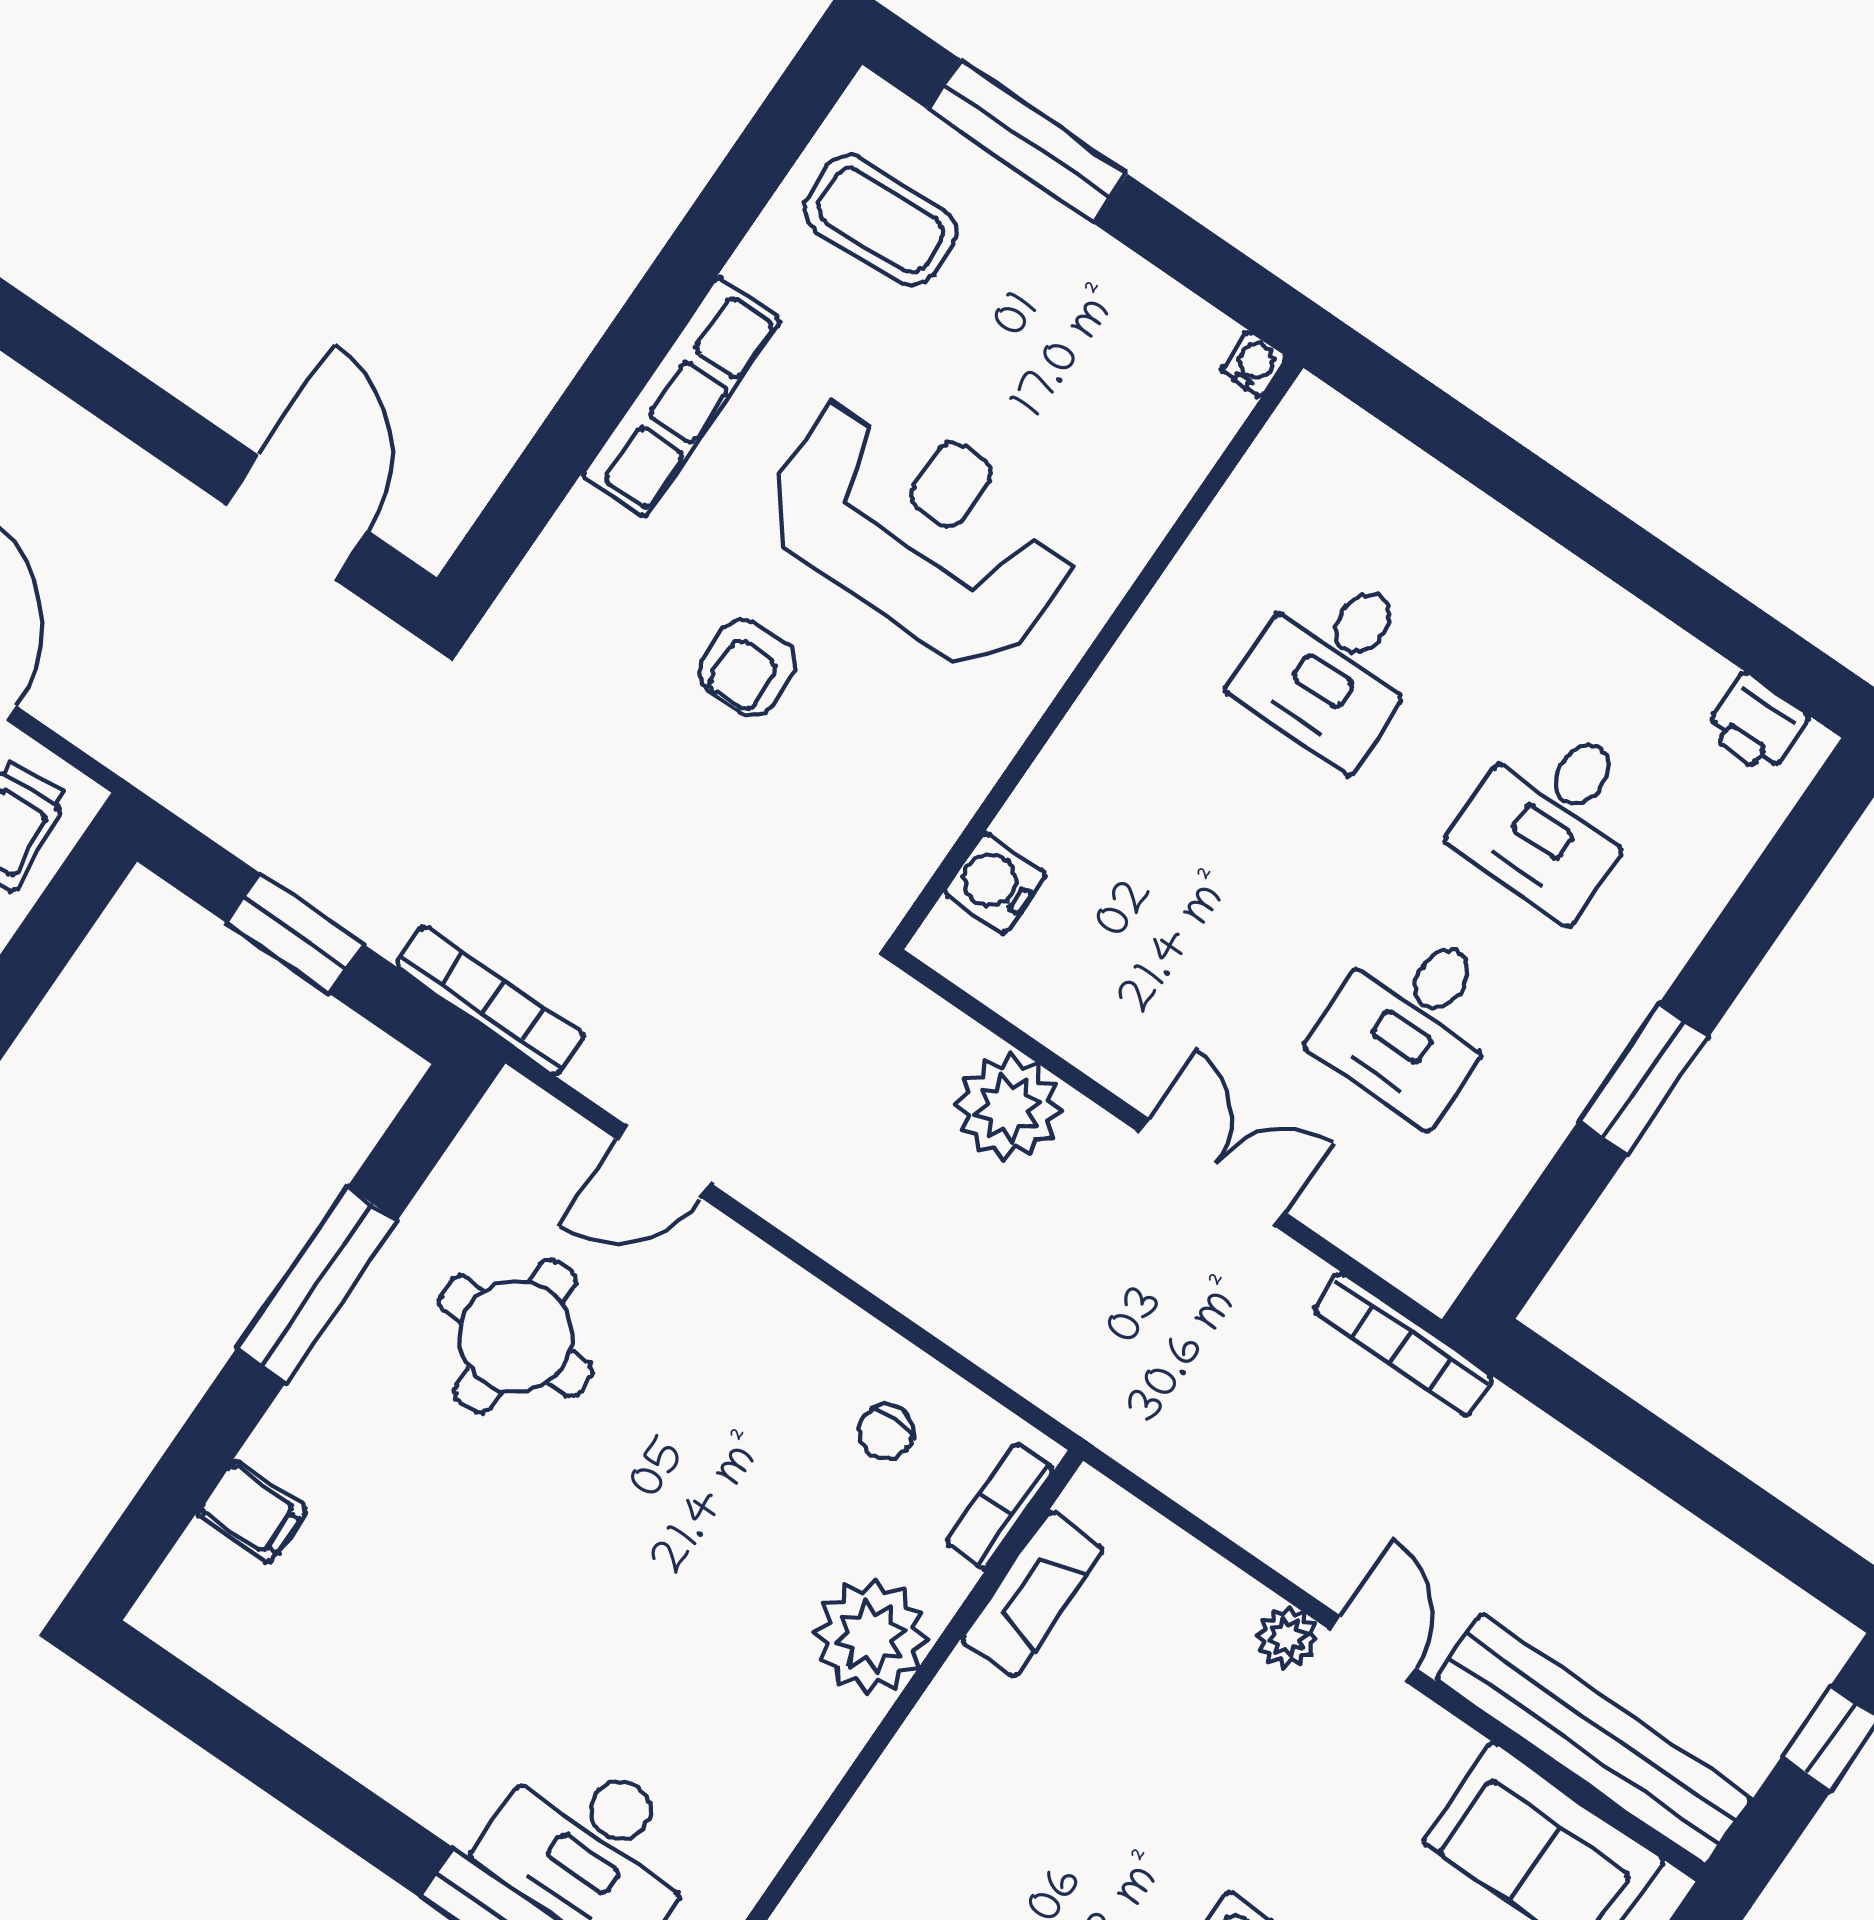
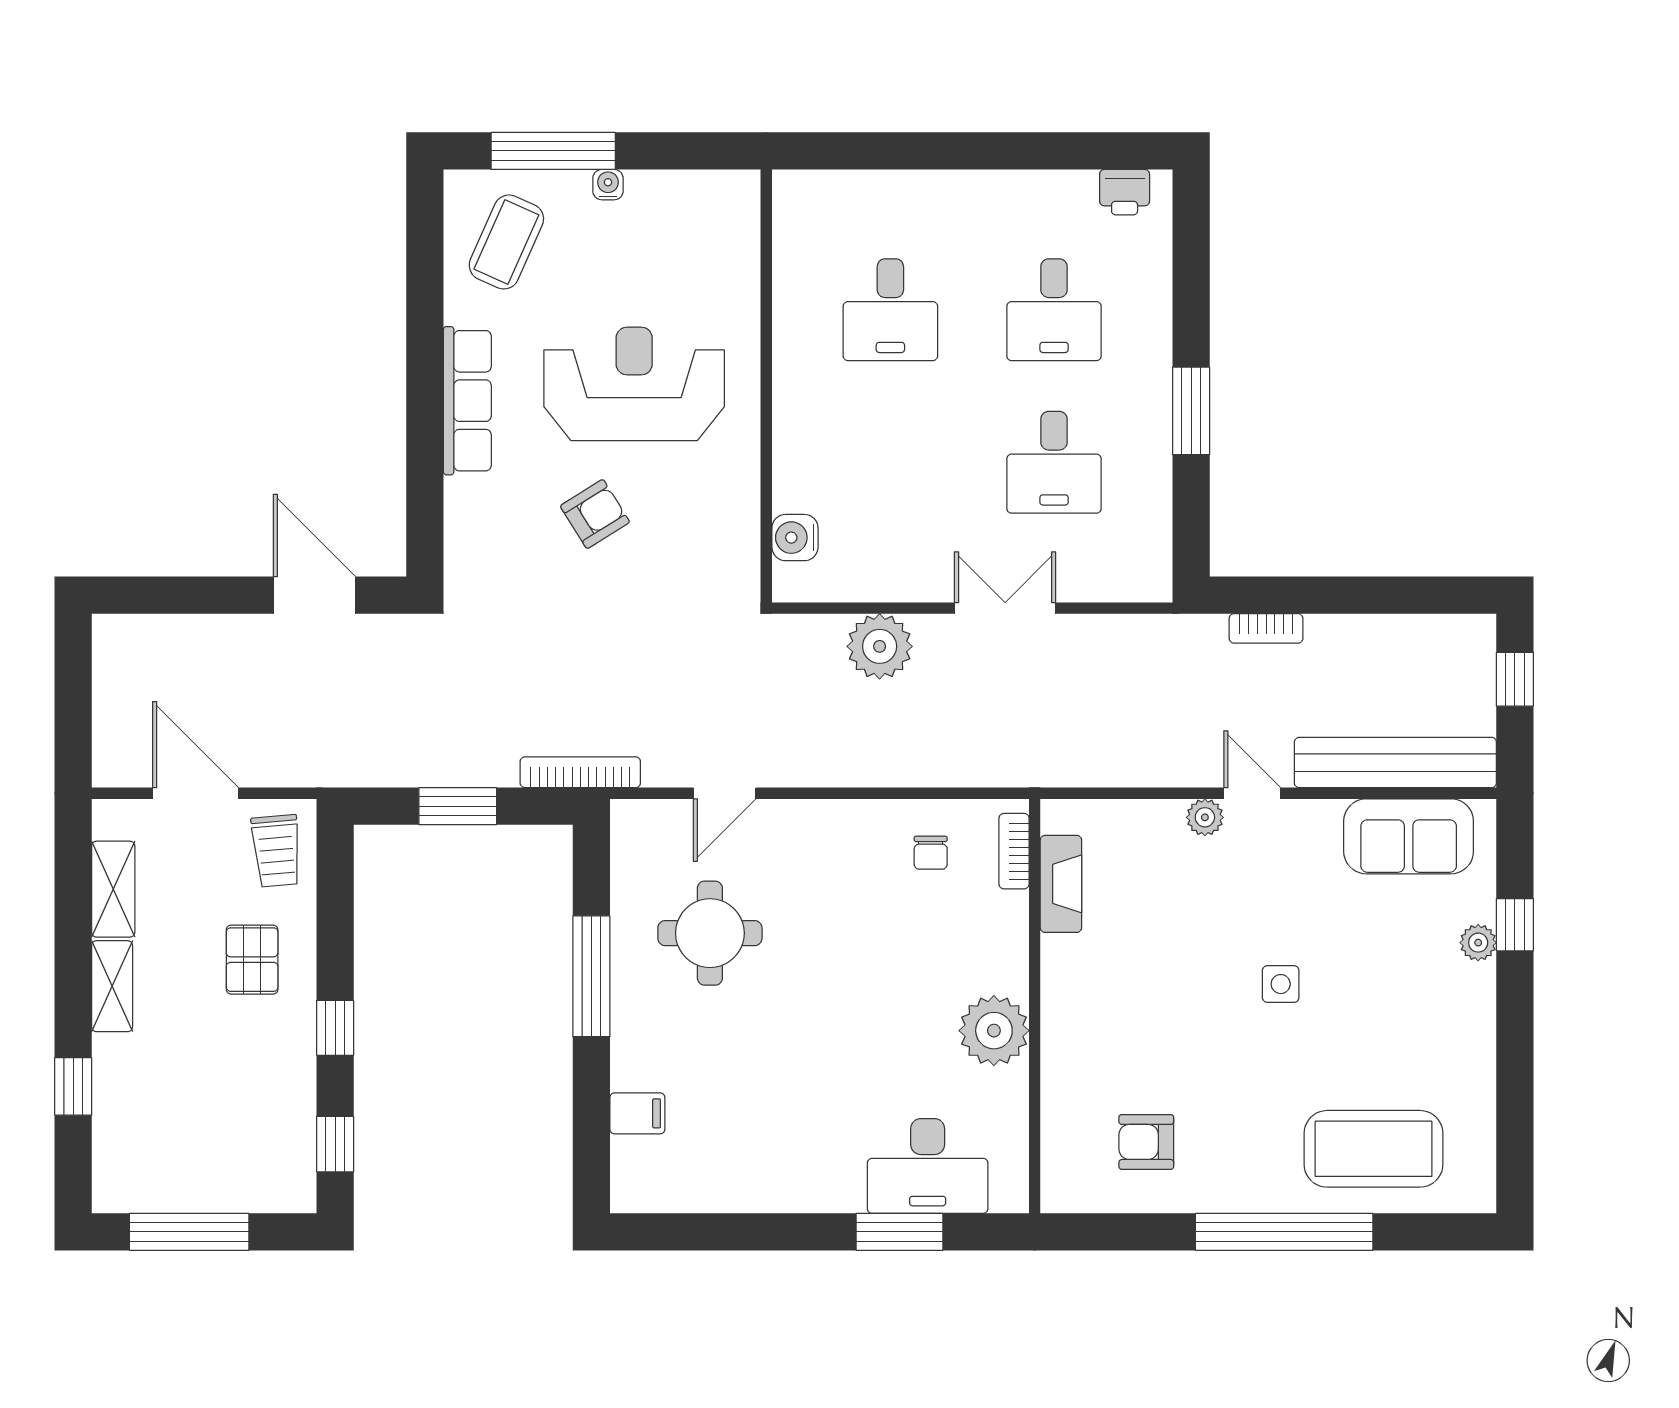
coffee table: (880, 220) -> (506, 242), turned -63
water cooler: (1254, 364) -> (608, 185), moved
armchair: (748, 667) -> (595, 514), turned -122
bookcase: (1404, 1344) -> (1266, 628), moved, width x0.64
plant: (871, 1636) -> (994, 1031), moved

